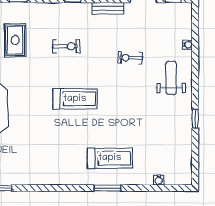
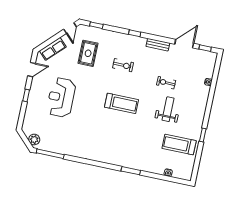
weight bench: (171, 78) -> (168, 109), moved
treadmill: (110, 158) -> (179, 145), moved, turned 180

